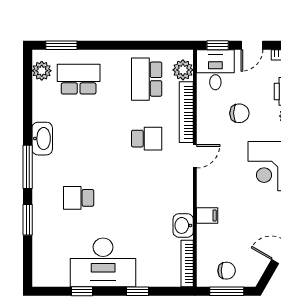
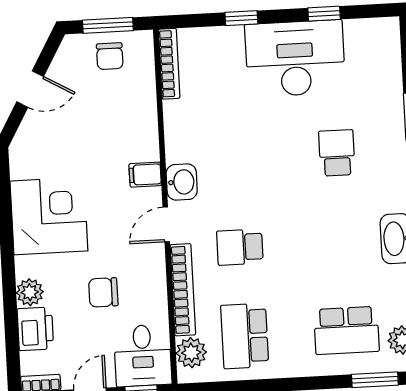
school desk: (147, 79) -> (245, 336), turned 180
school desk: (79, 198) -> (337, 153), turned -90
filing cabinet: (207, 215) -> (145, 175), moved
washbasin: (183, 225) -> (182, 182), moved
chair: (227, 271) -> (110, 56), turned -90

